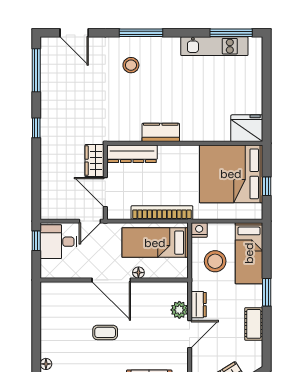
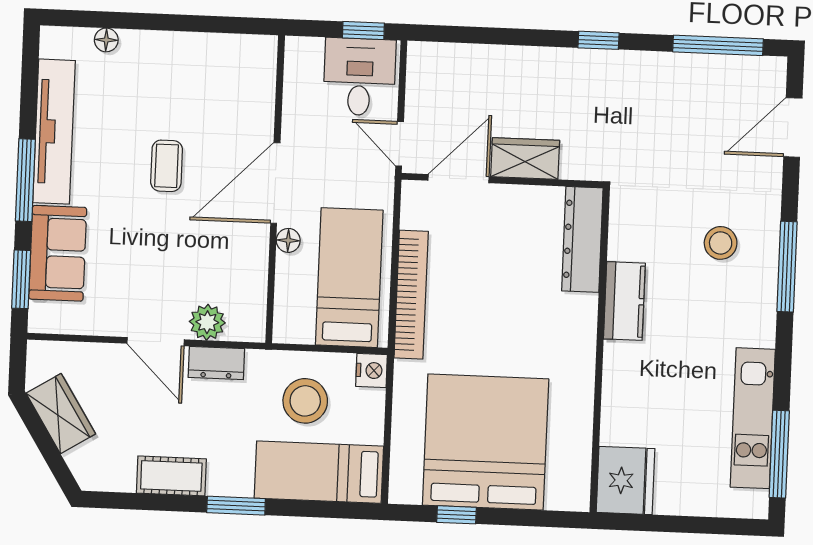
fridge: (247, 128) -> (626, 481), moved
kitchen counter: (161, 132) -> (624, 301), moved
wall: (185, 143) -> (600, 350), moved
dresser: (132, 154) -> (582, 239), moved

